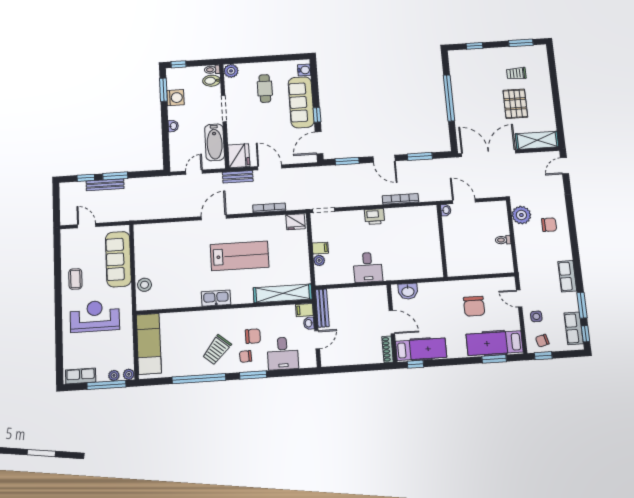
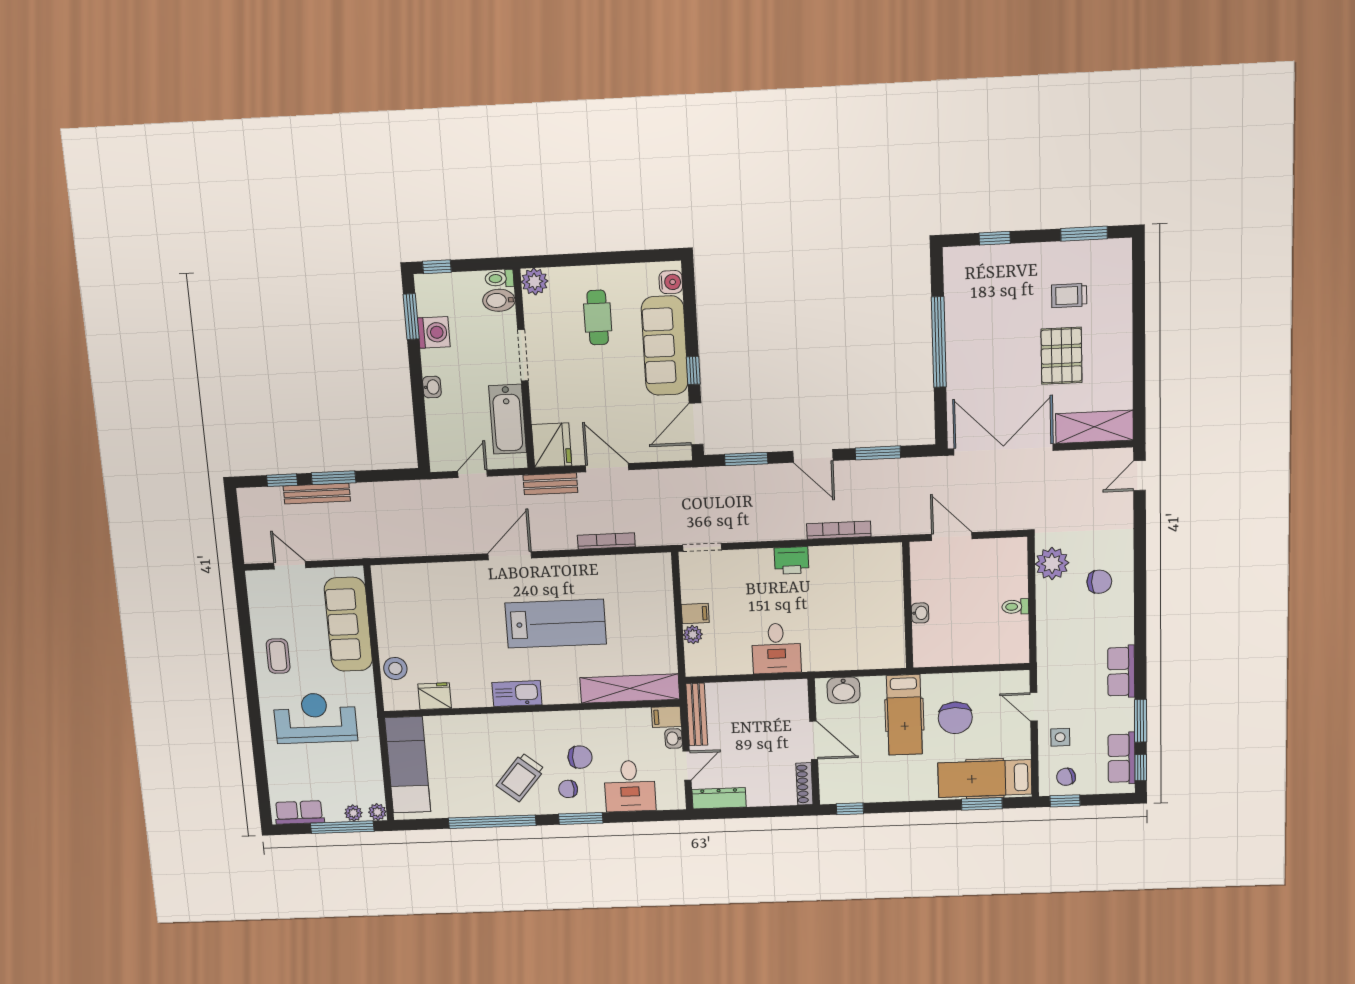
washbasin: (446, 210) -> (920, 613), moved
fridge: (295, 222) -> (435, 696), moved, turned 180
hospital bed: (421, 349) -> (904, 715), moved, turned 90
dresser: (337, 360) -> (719, 798), added

